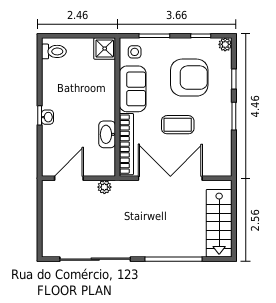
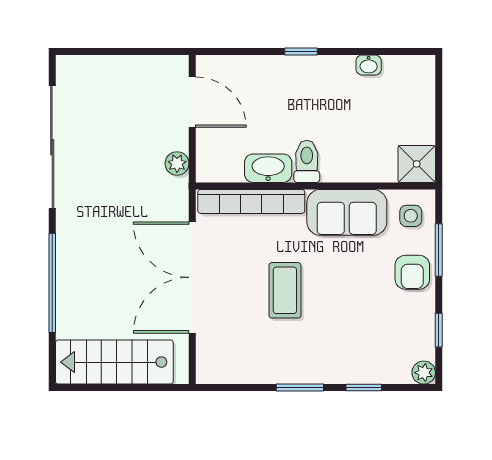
toilet: (54, 51) -> (307, 161), moved, turned 180
armchair: (189, 78) -> (412, 272), moved, width x0.53, depth x0.53
washbasin: (47, 117) -> (369, 65), moved
double door: (170, 178) -> (192, 277), swing flipped

